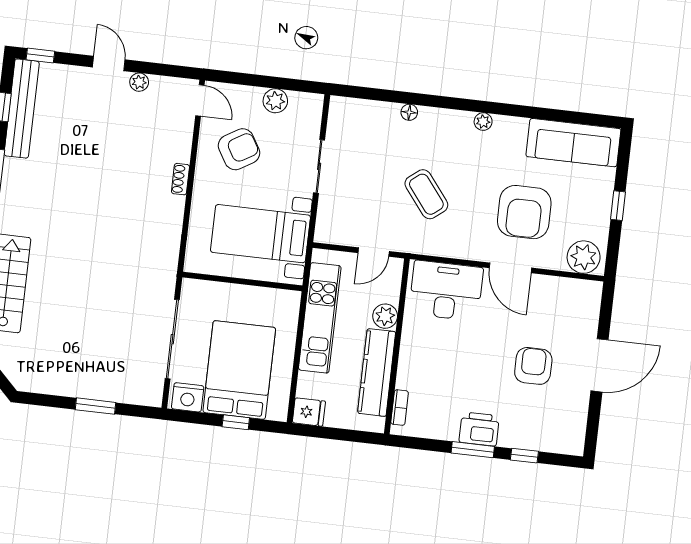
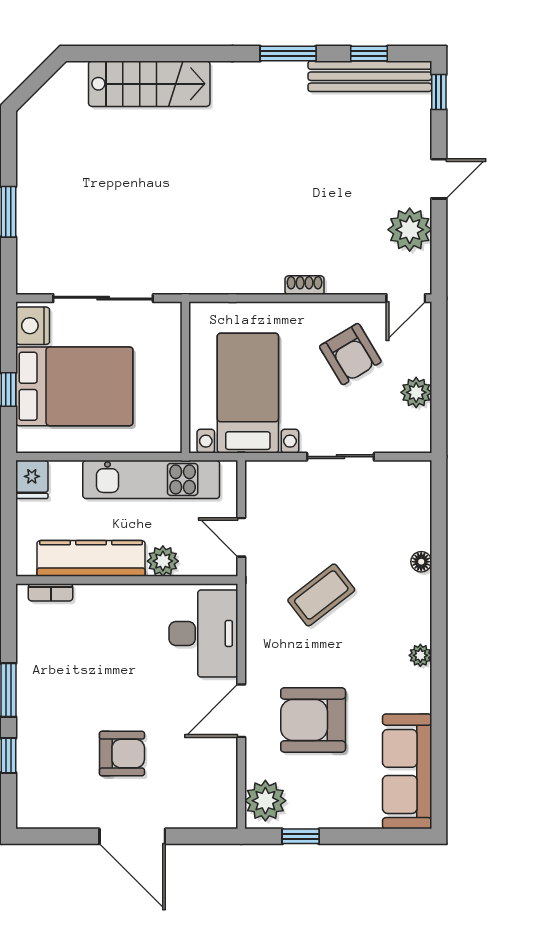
plant: (139, 82) -> (410, 230), width x1.88, depth x1.88
window: (618, 206) -> (301, 836), moved
printer: (479, 429) -> (35, 695), removed

